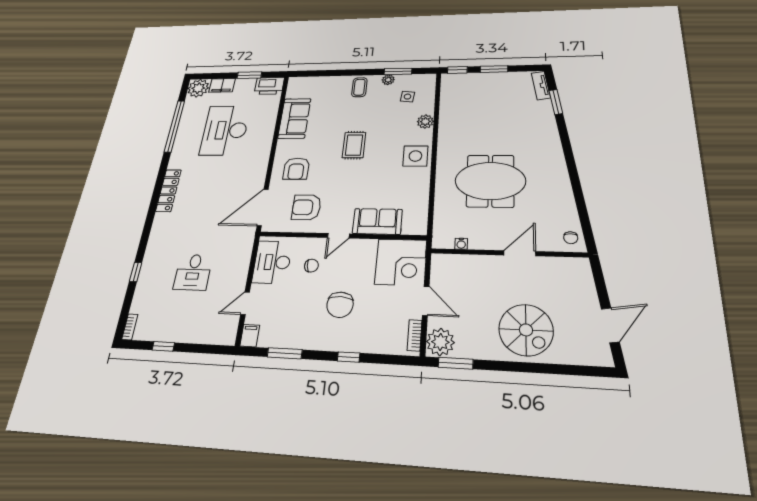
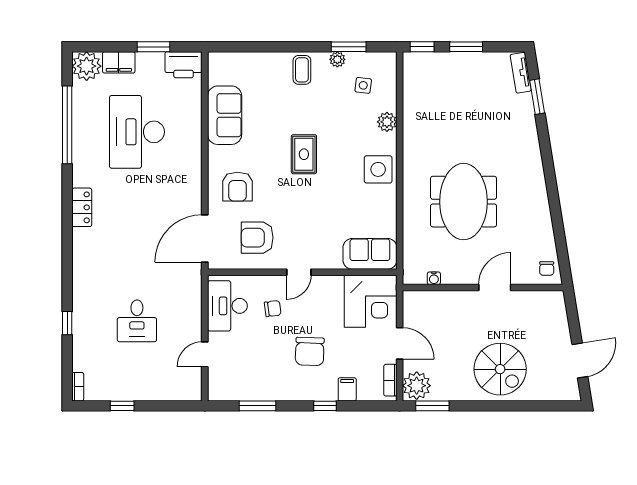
meeting table: (490, 181) -> (464, 202), turned 90
locker: (169, 190) -> (82, 207), width x0.66
sofa: (377, 221) -> (370, 254), moved
filing cabinet: (250, 336) -> (347, 389), moved

